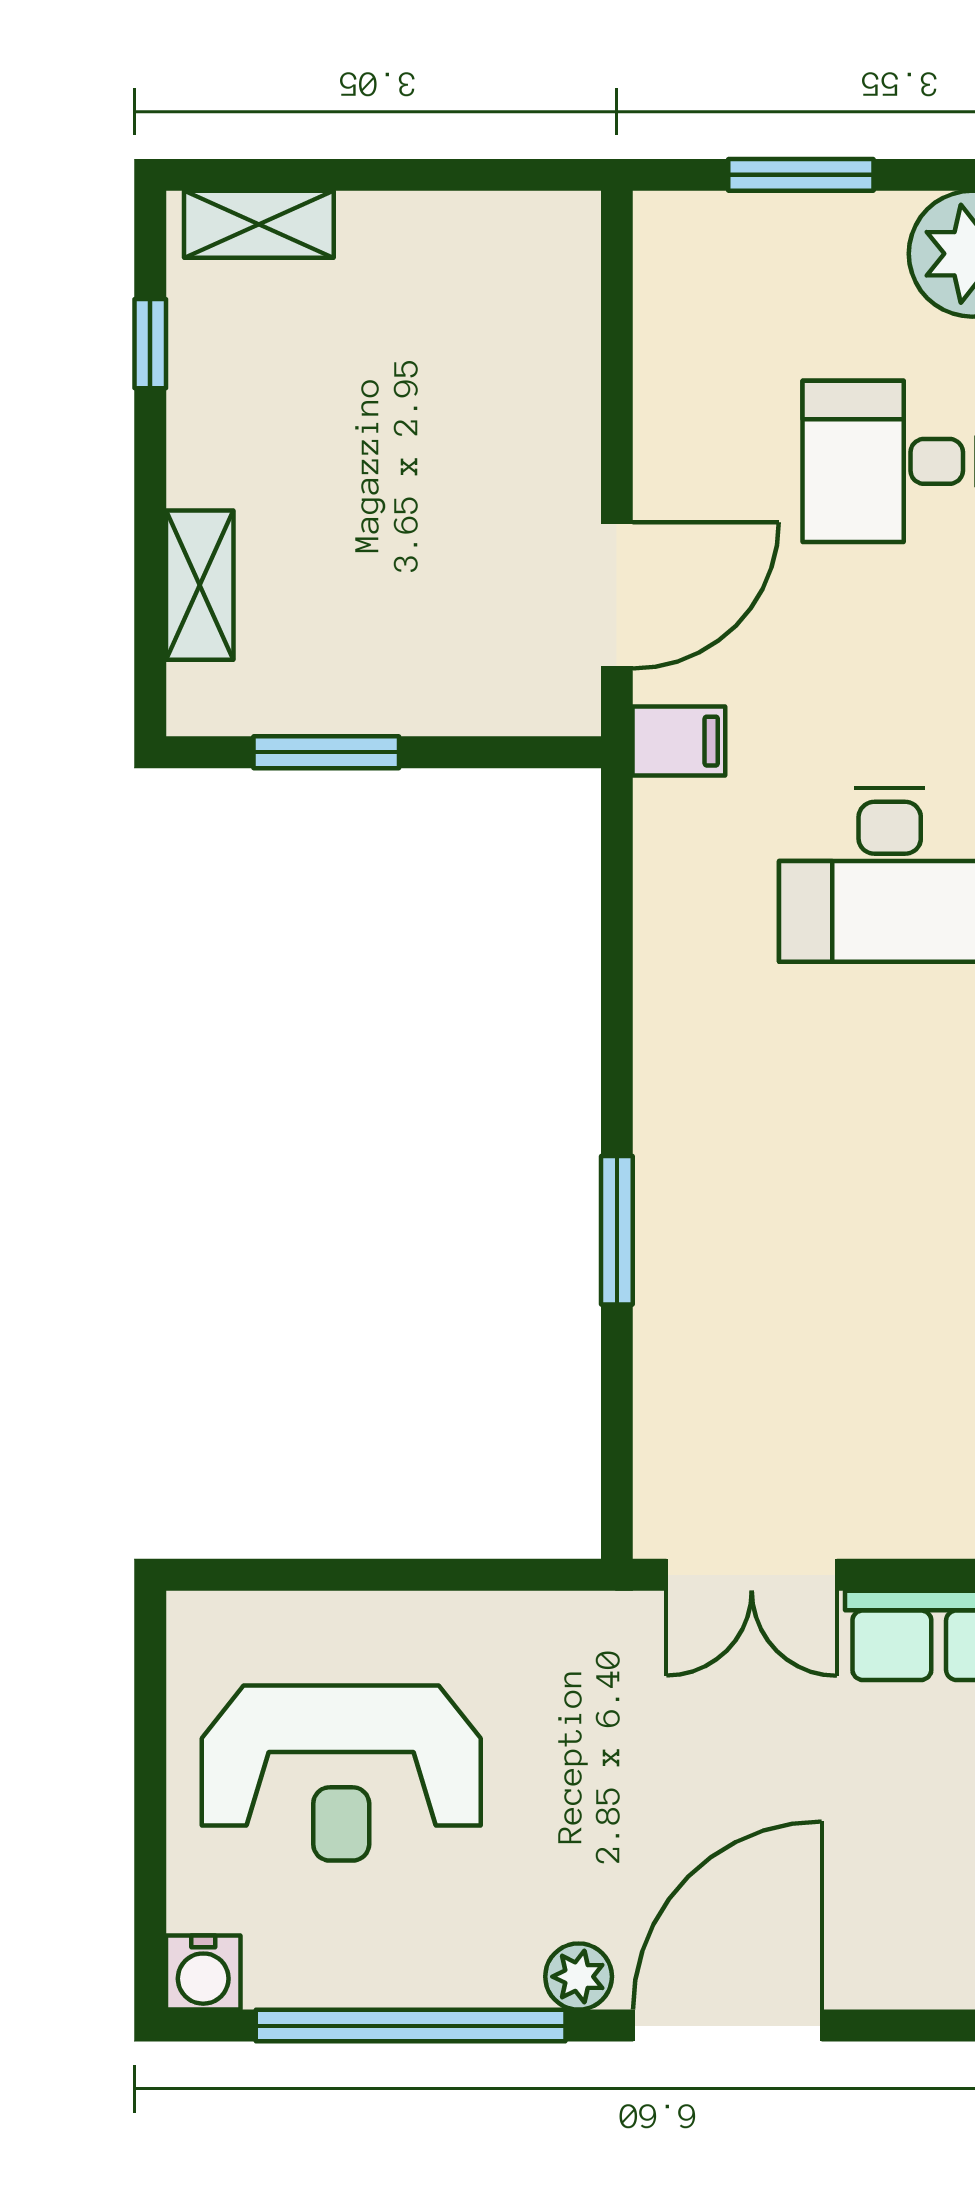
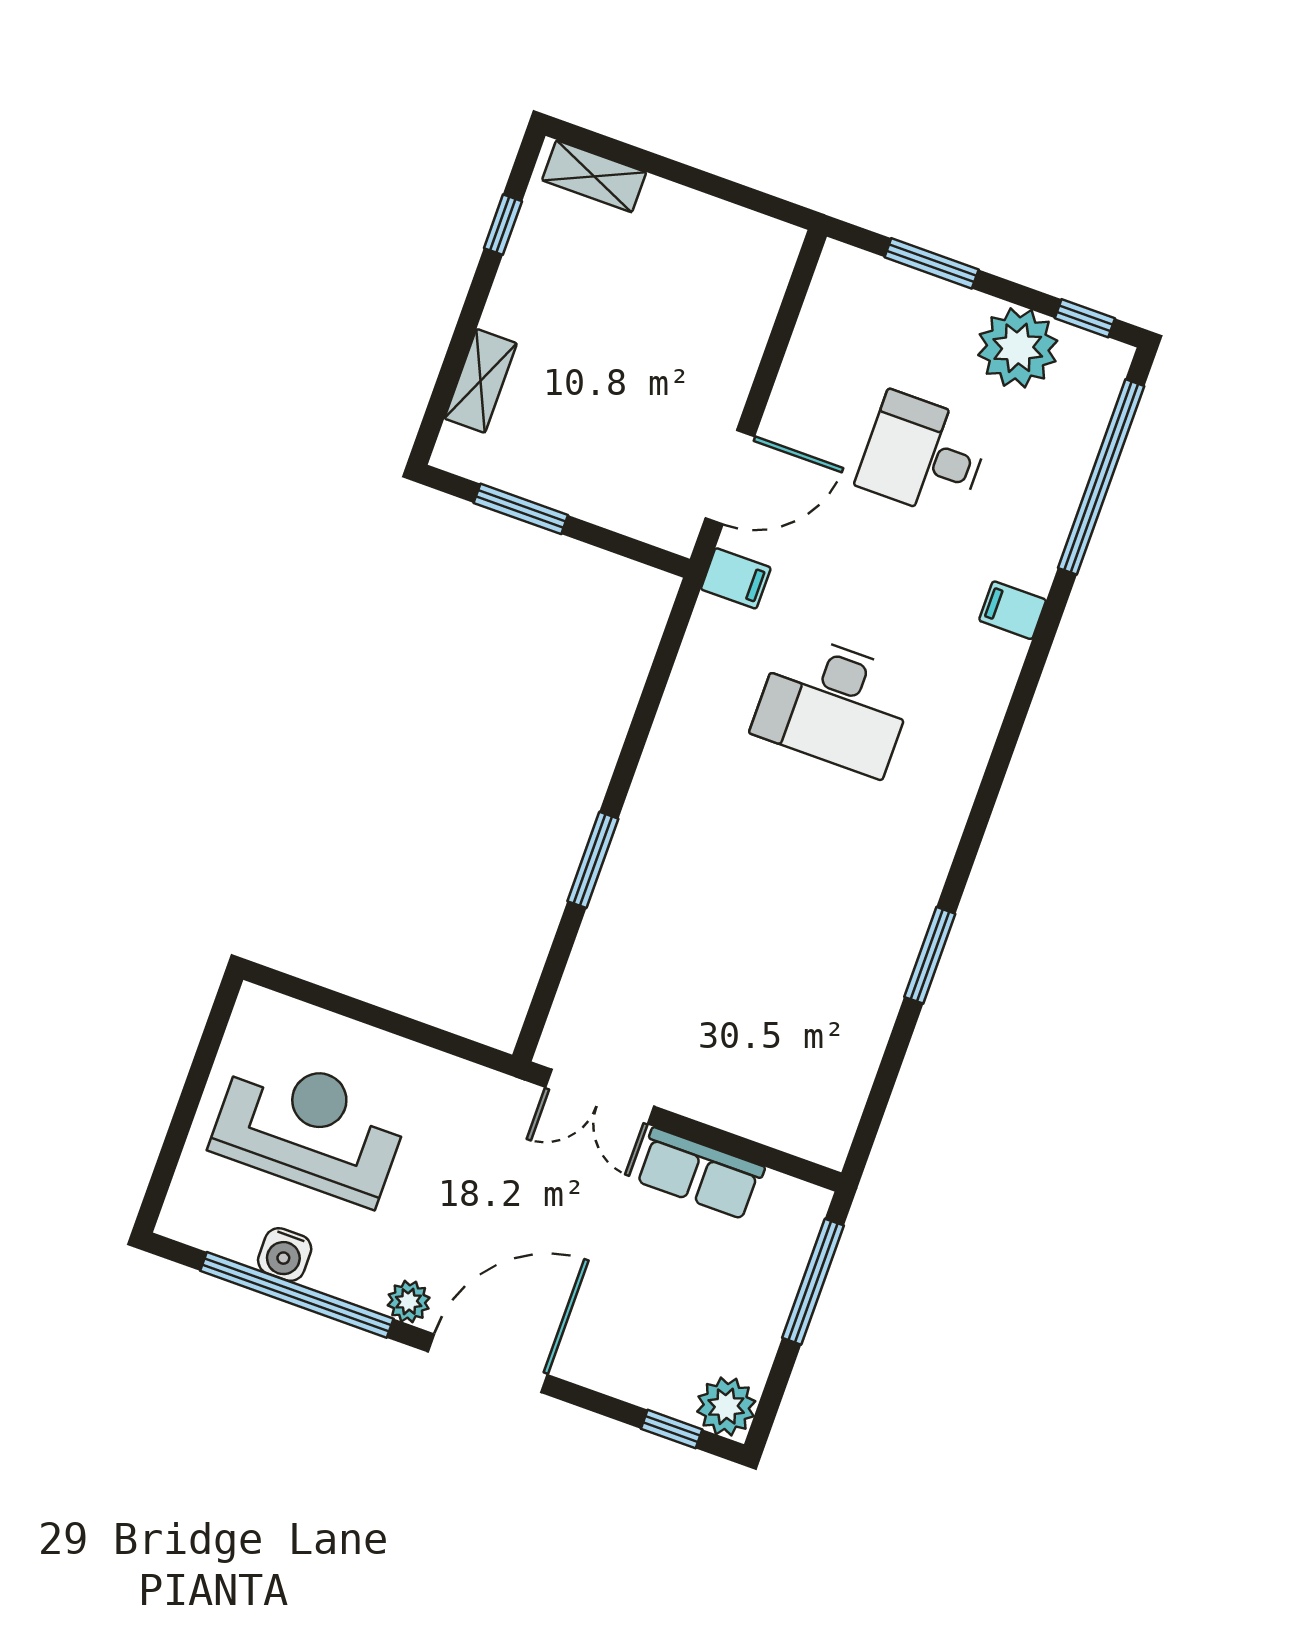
reception desk: (341, 1773) -> (309, 1128), turned 180
water cooler: (203, 1973) -> (285, 1254), moved

